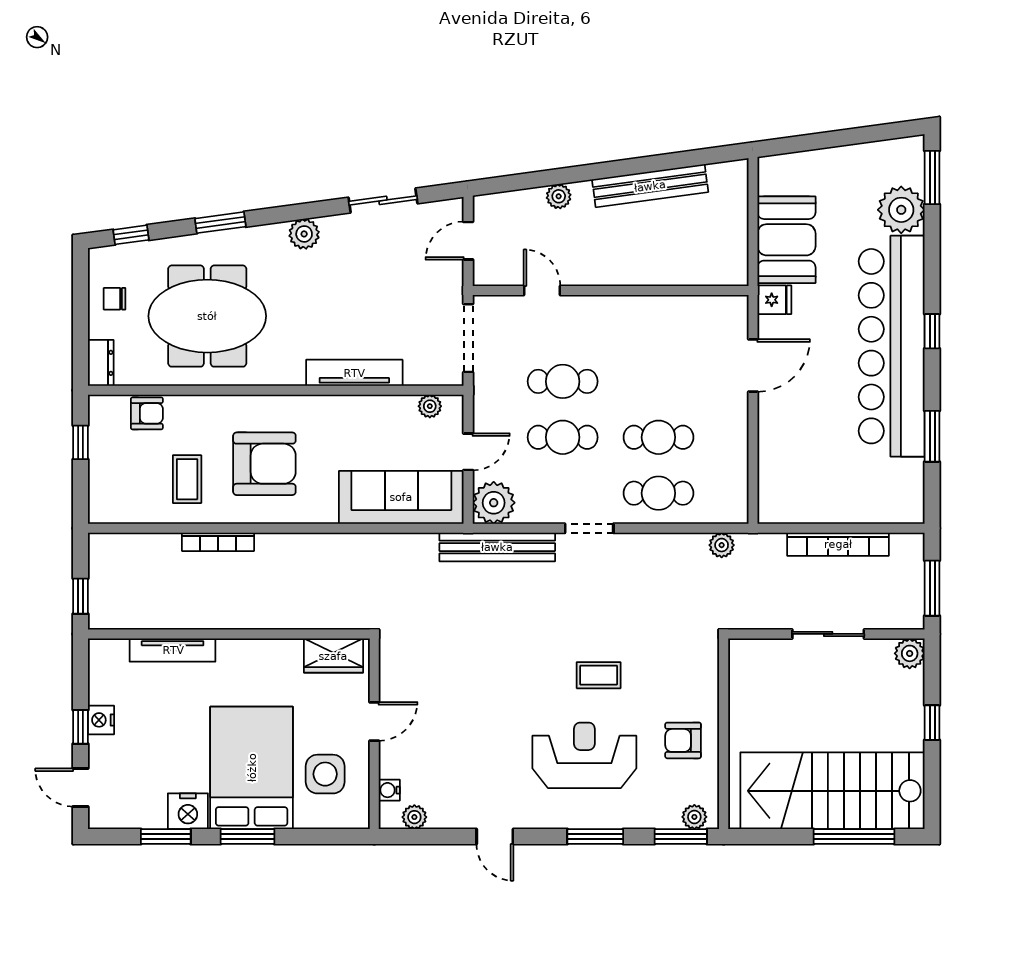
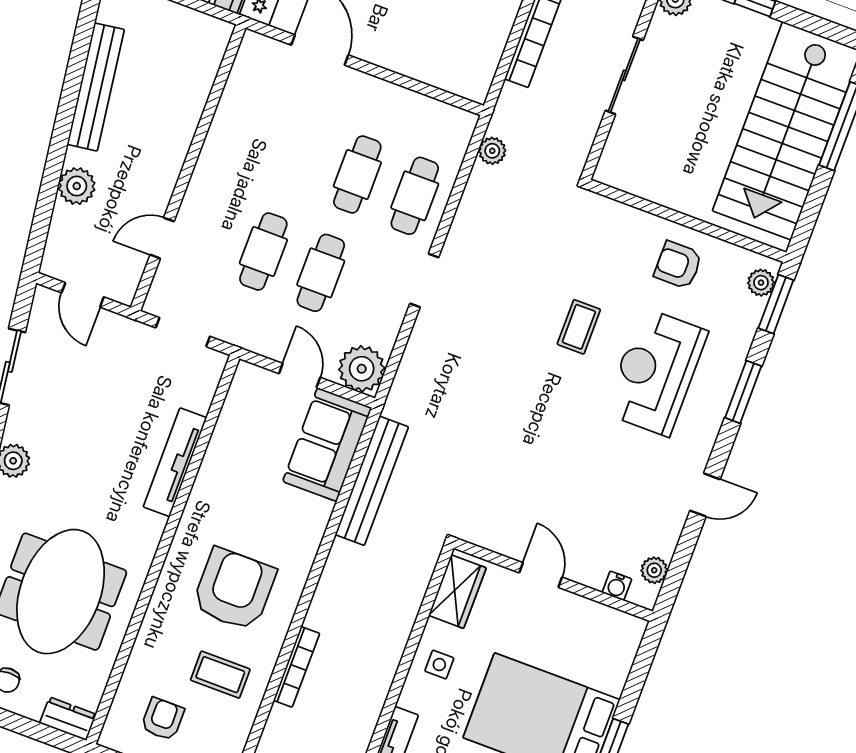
plant: (559, 196) -> (77, 186), width x1.38, depth x1.38
doorway: (468, 338) -> (183, 332), width x0.73
plant: (430, 406) -> (238, 397), removed
armchair: (147, 413) -> (163, 719), moved
sofa: (401, 497) -> (327, 444), width x0.73
bench: (497, 547) -> (372, 481), moved
armchair: (683, 740) -> (678, 265), turned 90
side table: (325, 774) -> (439, 665), moved, width x0.54, depth x0.54

